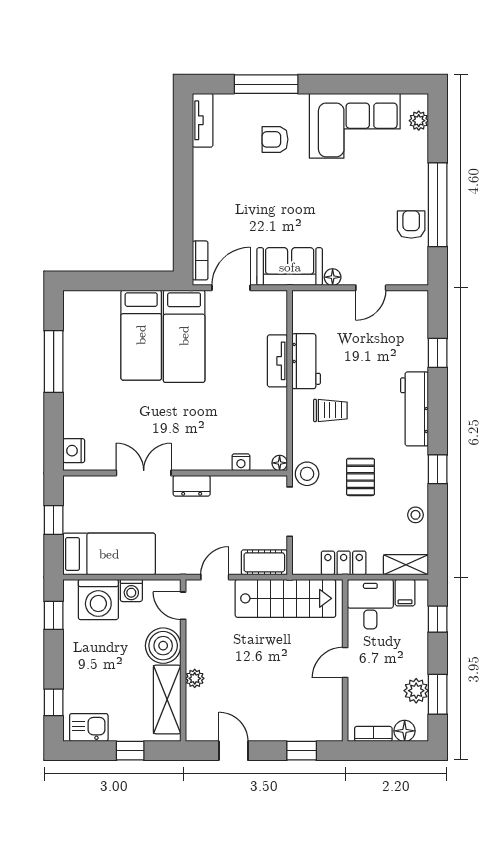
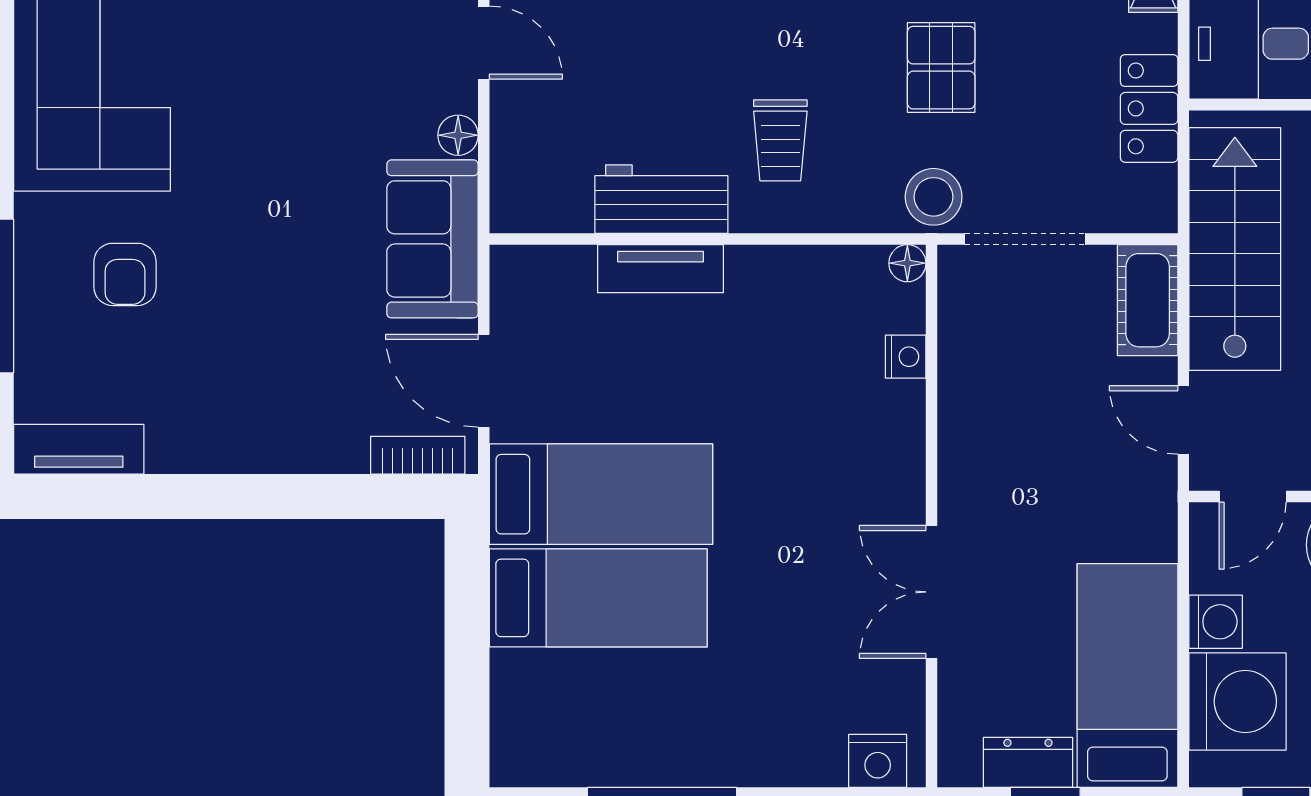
trolley: (330, 410) -> (780, 140), turned 180
pallet: (360, 477) -> (941, 68), turned 90
dresser: (192, 486) -> (1028, 762), moved, turned -90

